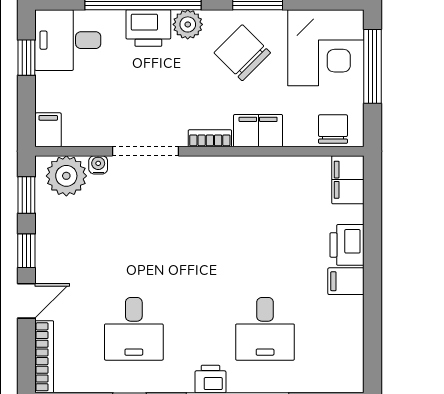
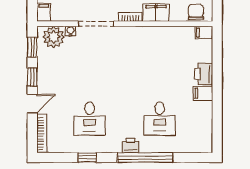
filing cabinet: (348, 180) -> (204, 32), width x0.50

